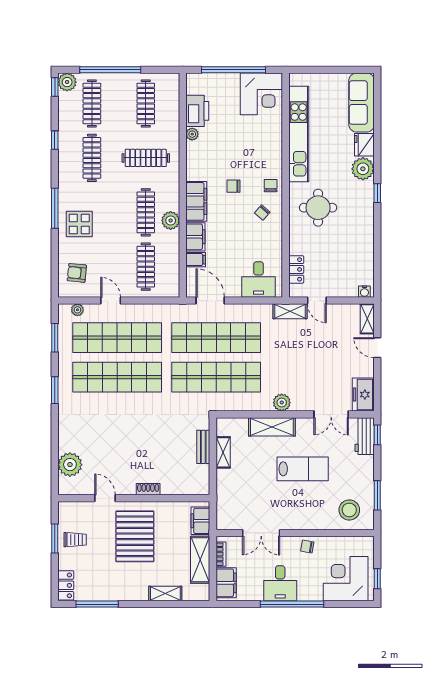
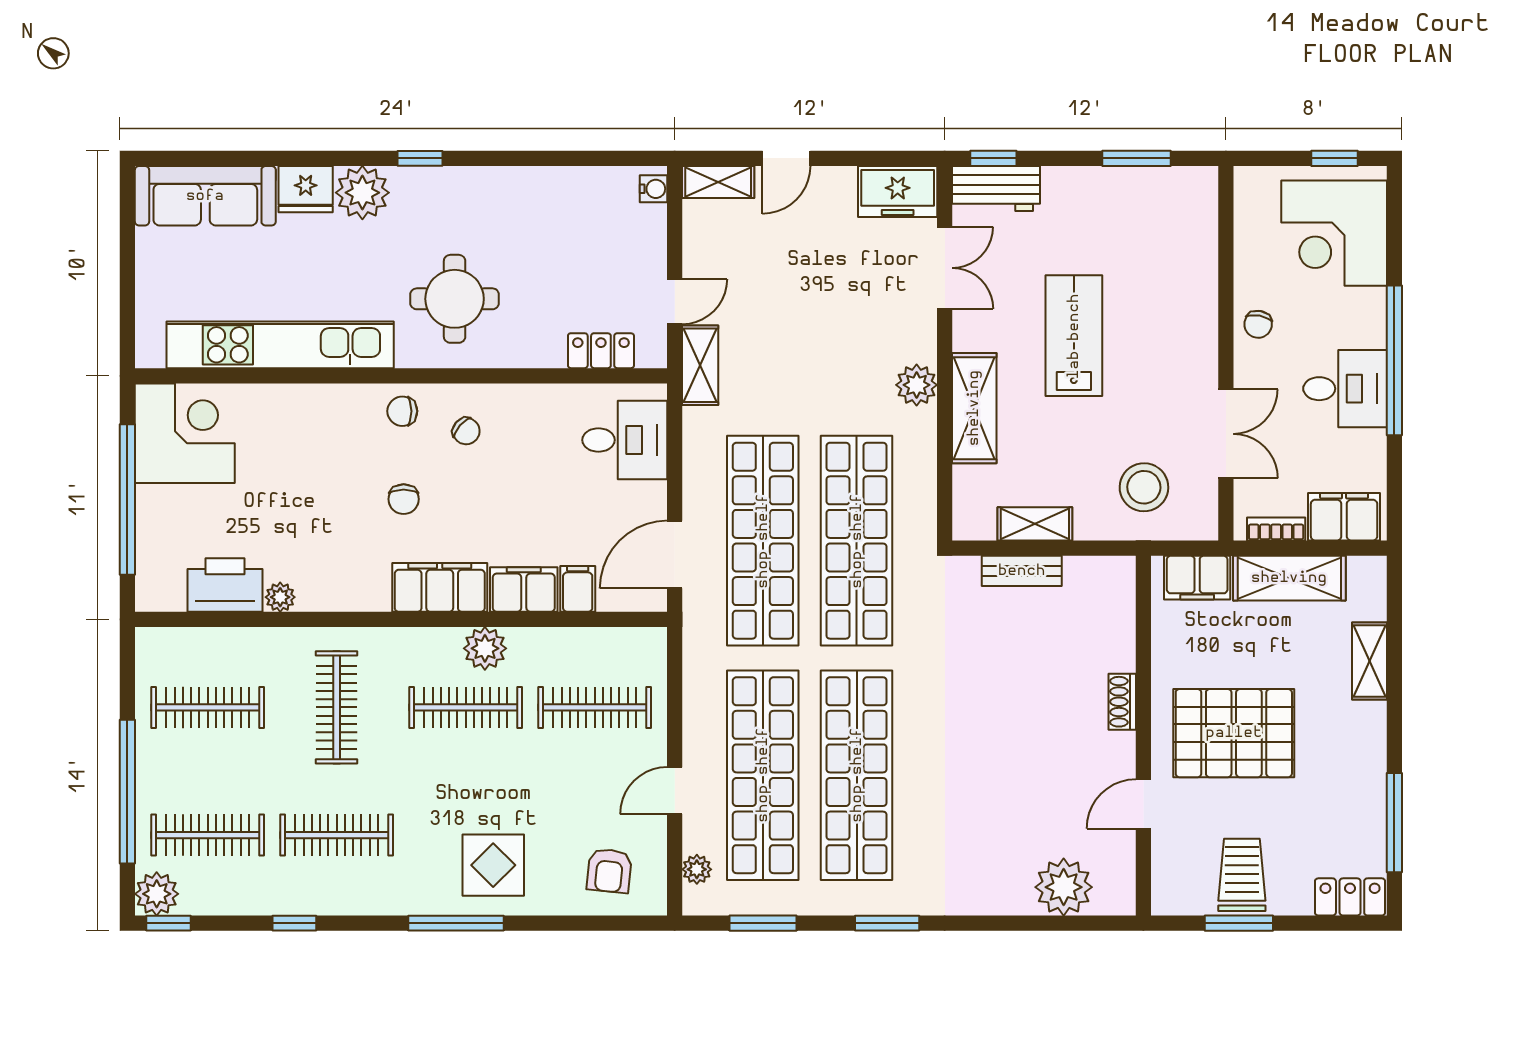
stool: (349, 510) -> (1144, 487), moved
trolley: (75, 540) -> (1242, 875), width x1.36, depth x1.39

